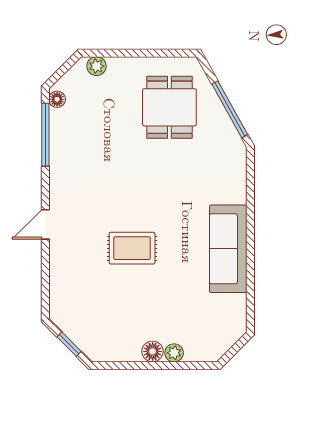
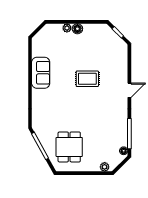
sofa: (228, 249) -> (41, 73), width x0.73

